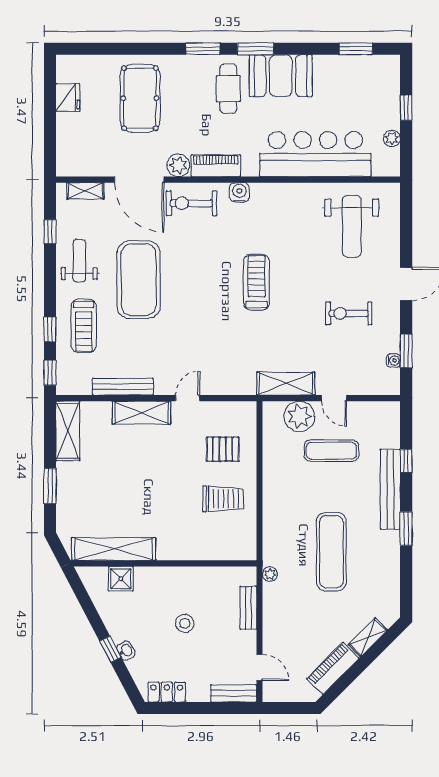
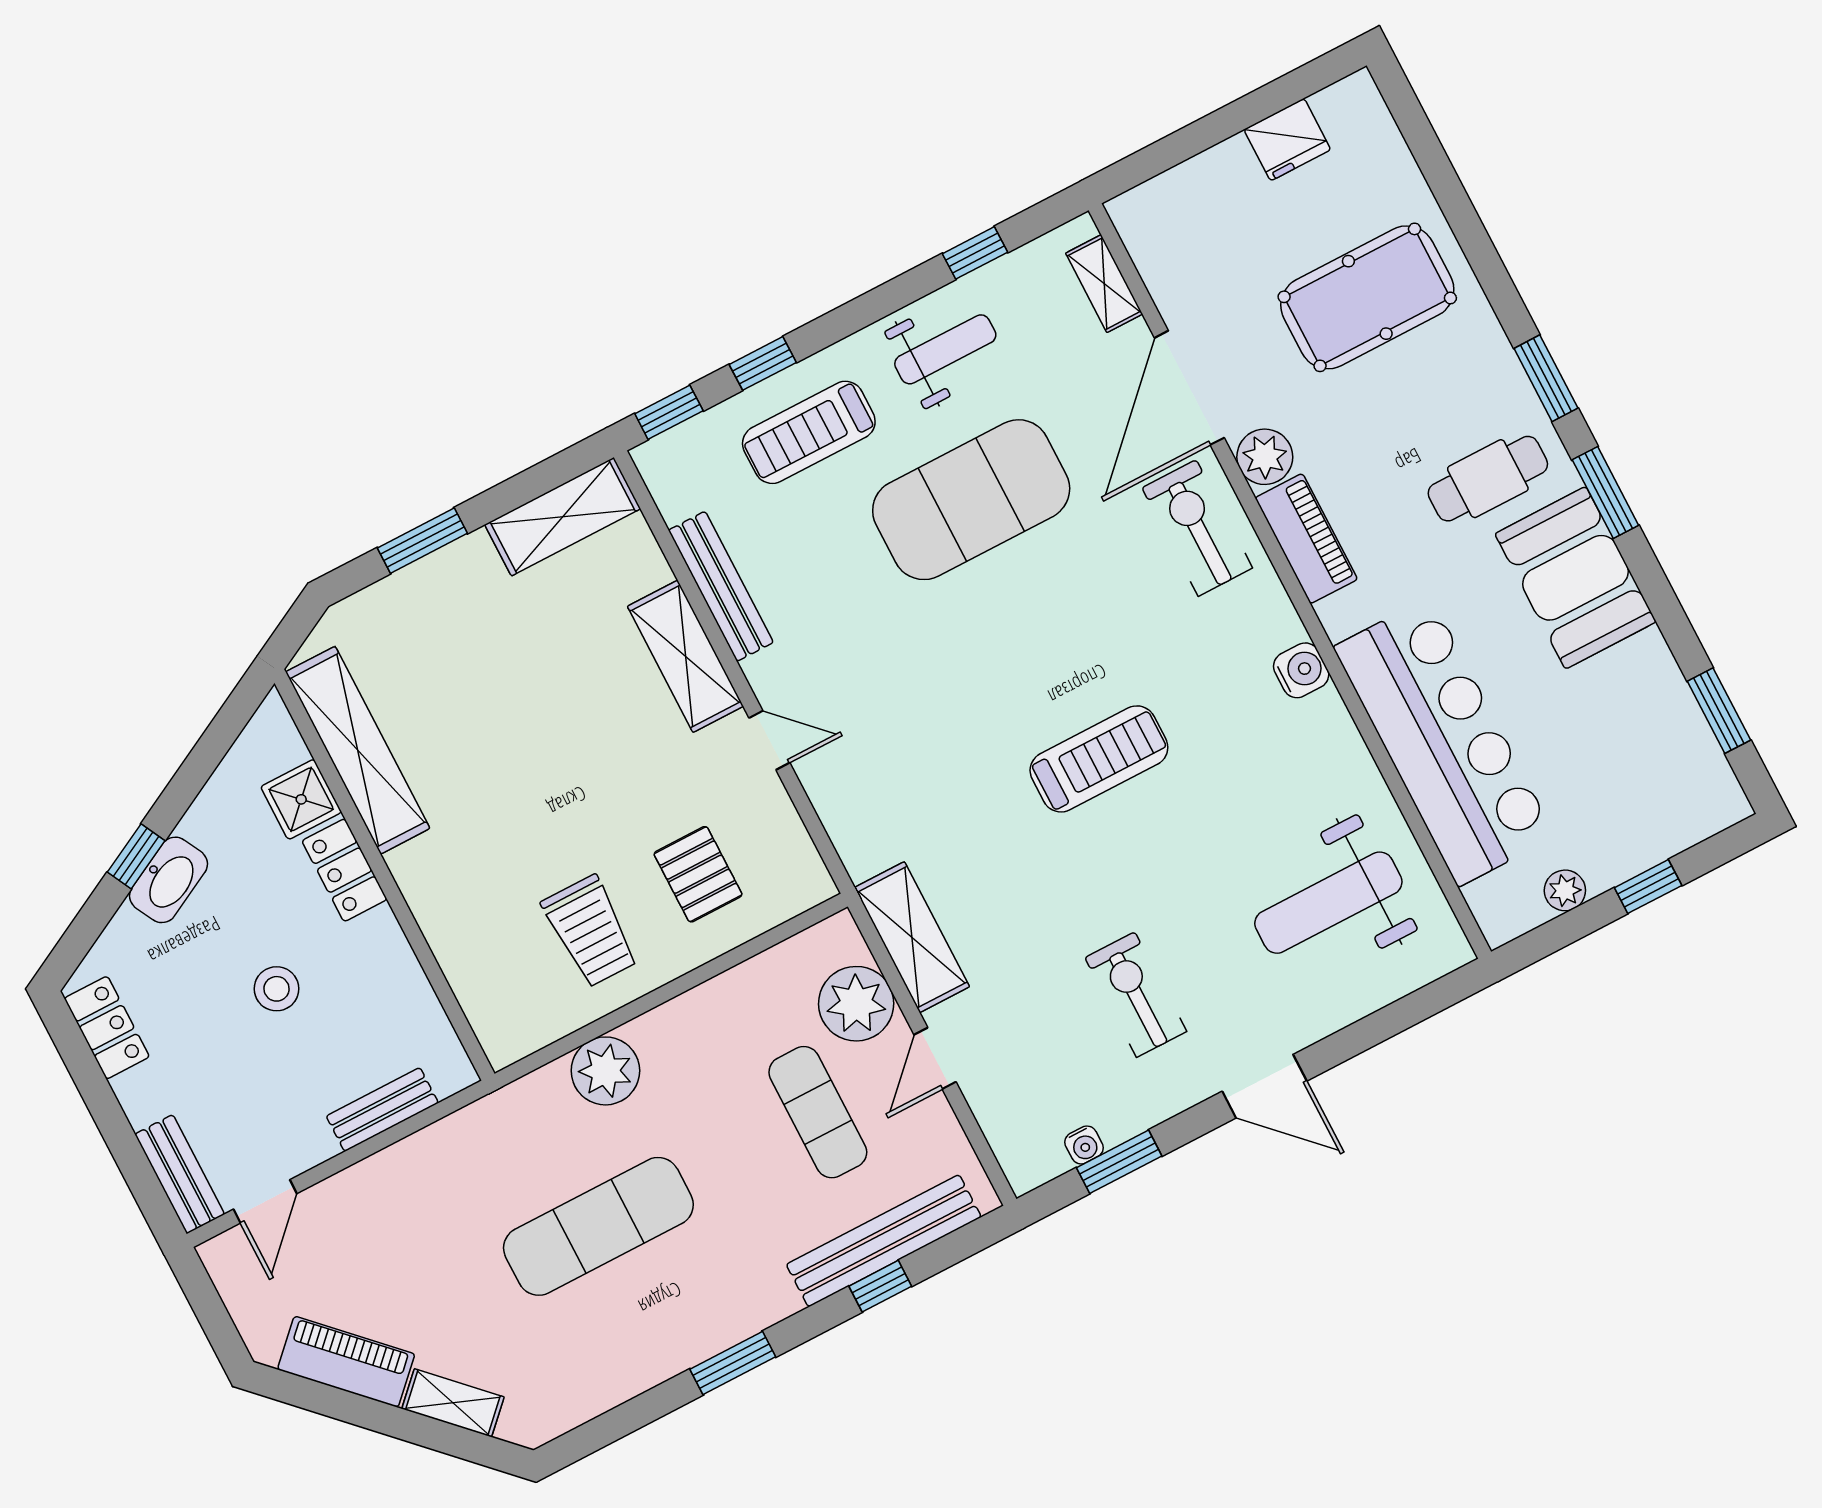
water cooler: (239, 192) -> (1301, 670), moved
bench: (390, 489) -> (884, 1241), moved
plant: (270, 574) -> (605, 1071), moved, width x1.87, depth x1.87
locker: (155, 576) -> (344, 870), added
washbasin: (126, 651) -> (169, 880), width x1.91, depth x1.45

